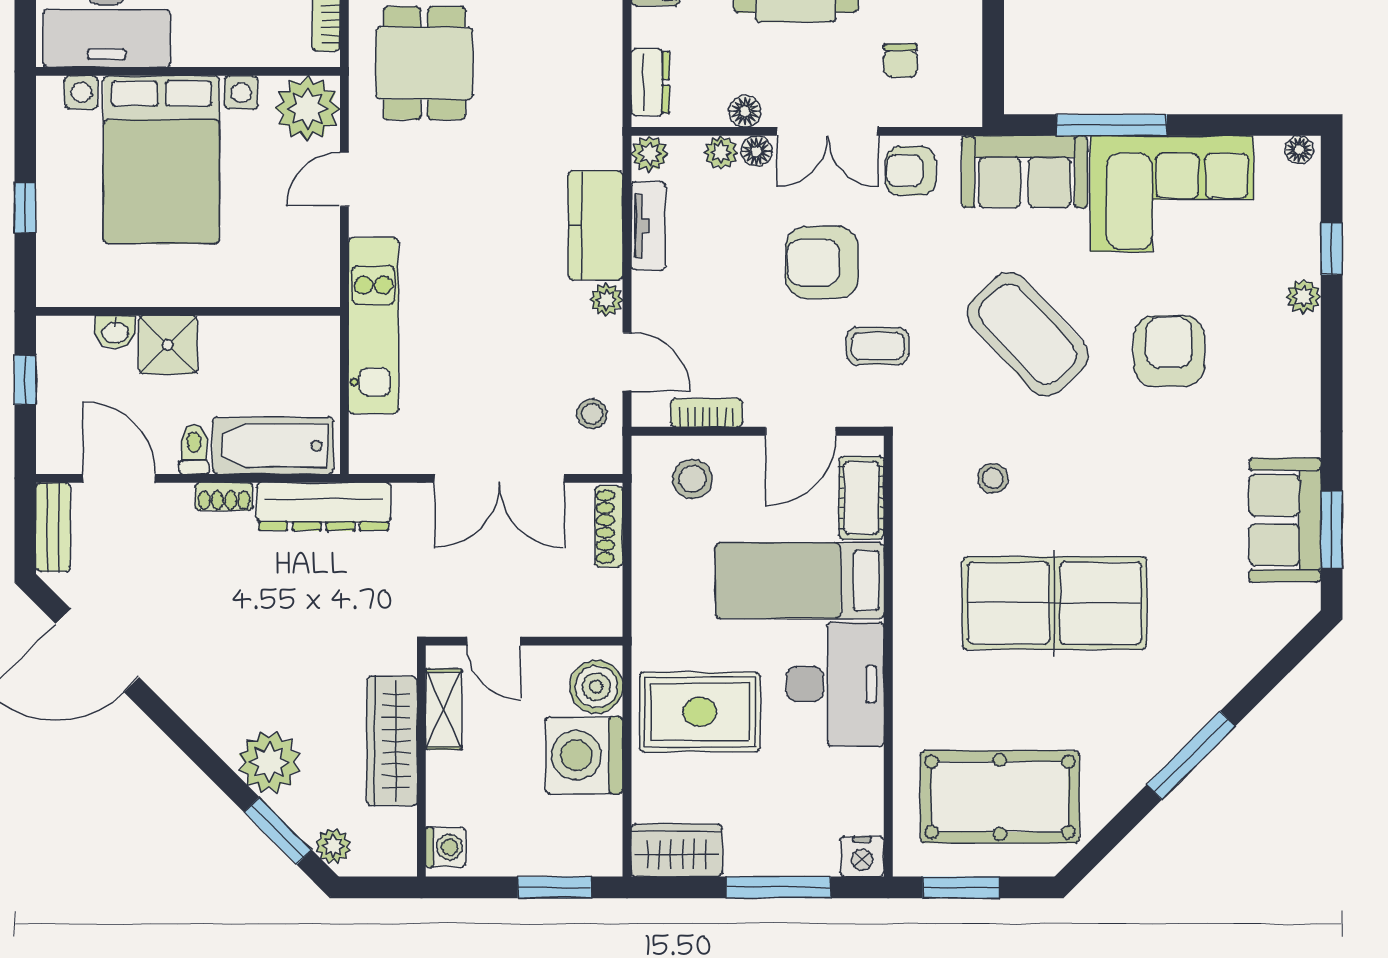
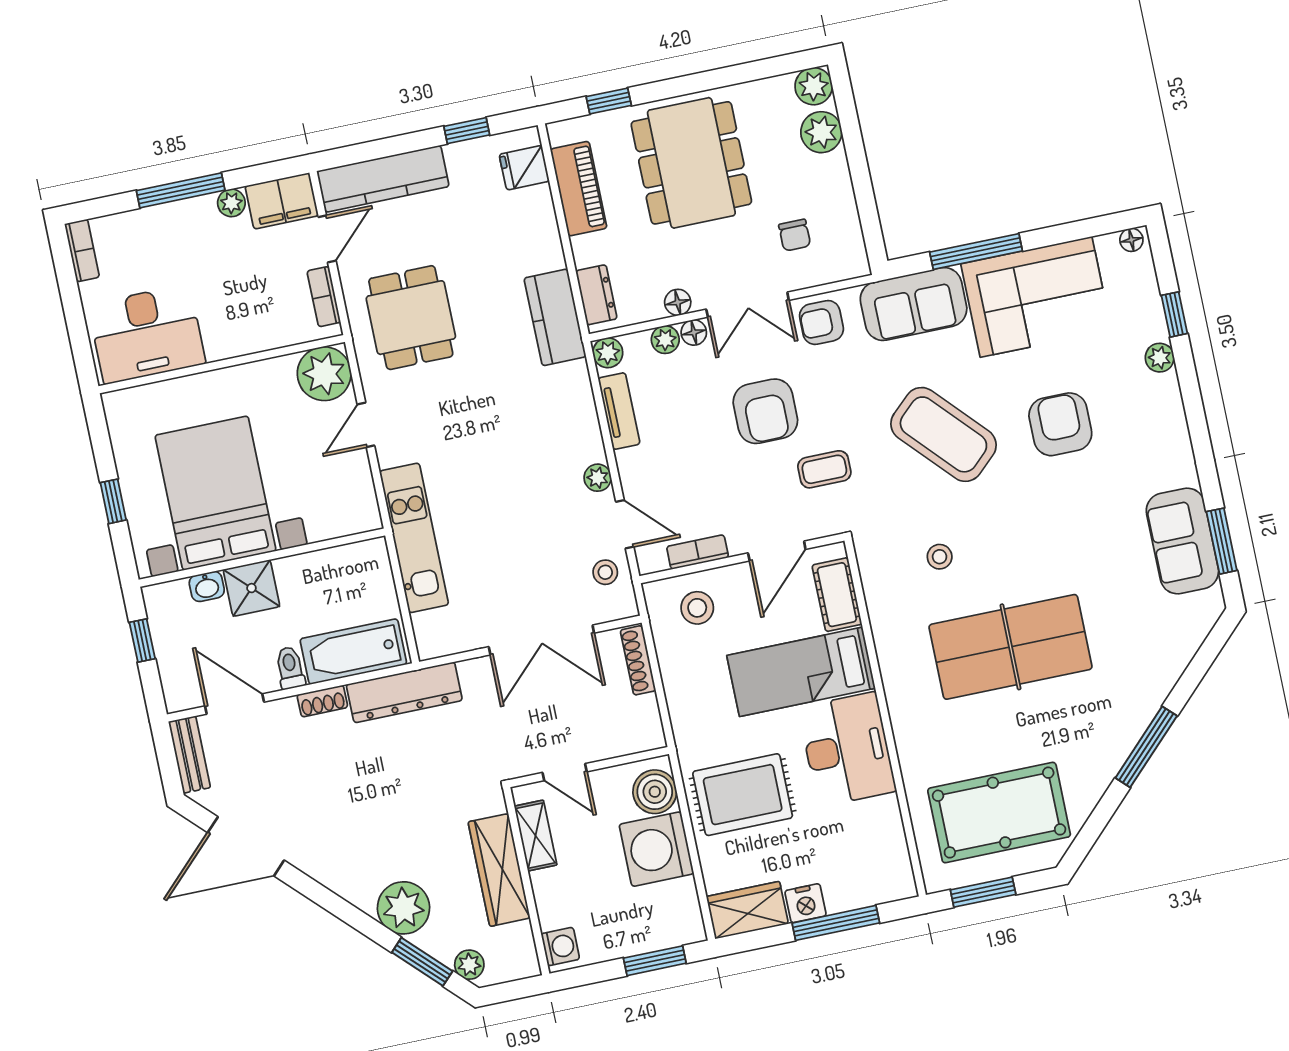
bed with nightstands: (161, 160) -> (215, 493), moved, turned 180
kitchen counter: (595, 225) -> (555, 317), moved
armchair: (822, 262) -> (765, 411), turned -90
nightstand: (862, 857) -> (805, 903), moved

